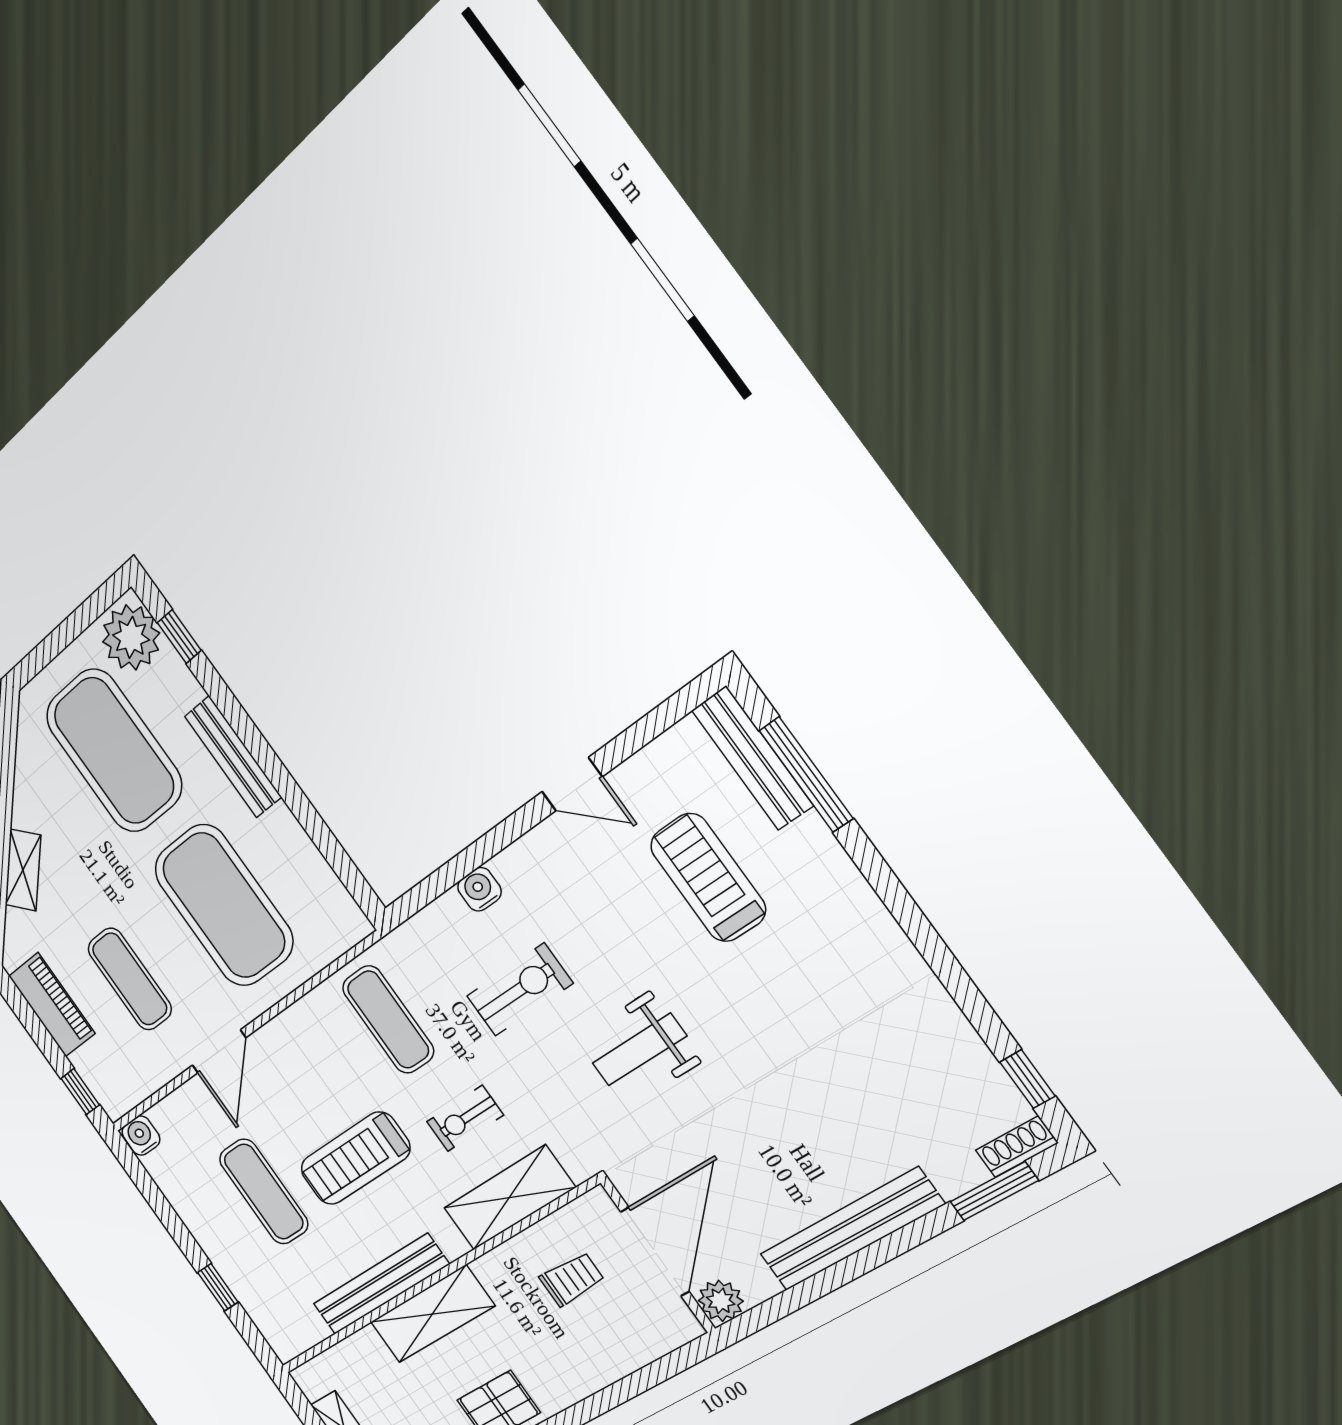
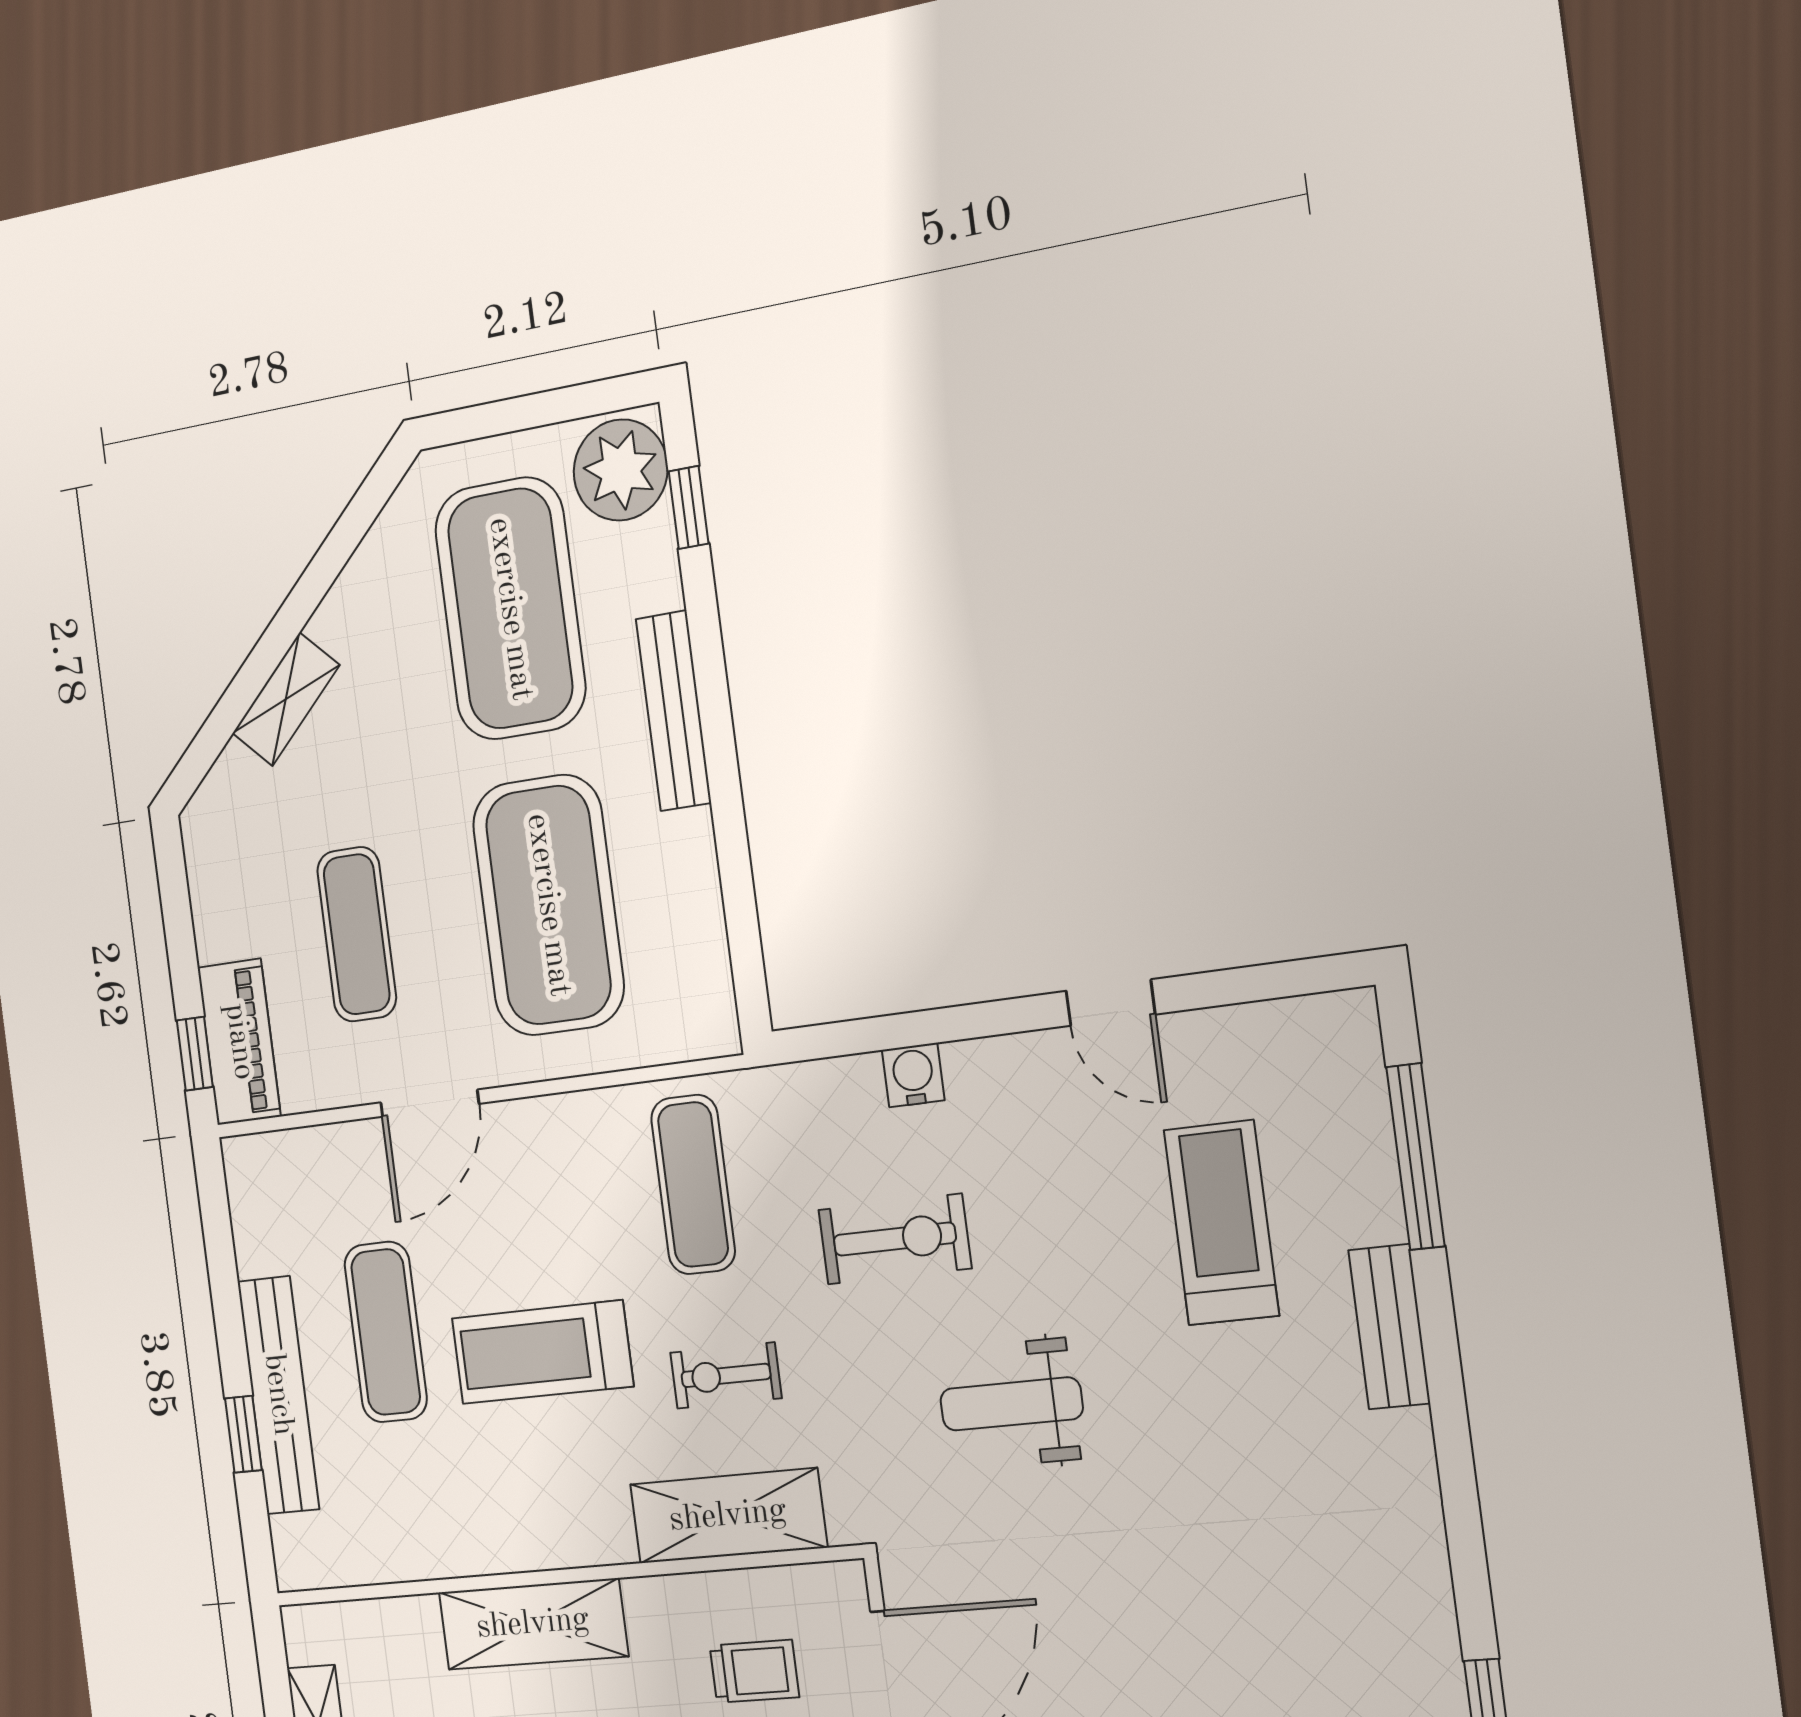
bench: (752, 758) -> (1389, 1327), moved, width x0.73
piano: (52, 1005) -> (239, 1042), moved
water cooler: (141, 1136) -> (250, 1162), removed
bench: (381, 1284) -> (278, 1395), moved, turned 90

